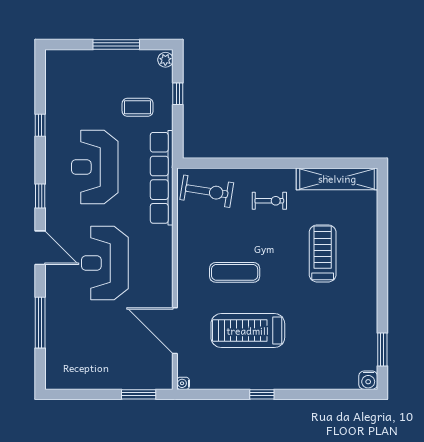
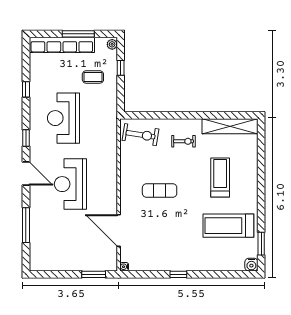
row of seats: (162, 178) -> (62, 45), moved, turned -90
treadmill: (248, 331) -> (228, 226), moved

